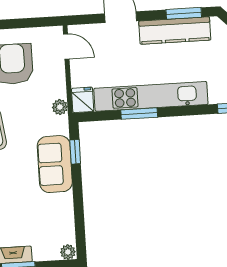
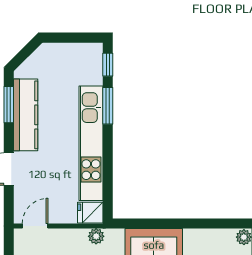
window: (139, 114) -> (108, 106), moved
window: (75, 152) -> (143, 223), removed

